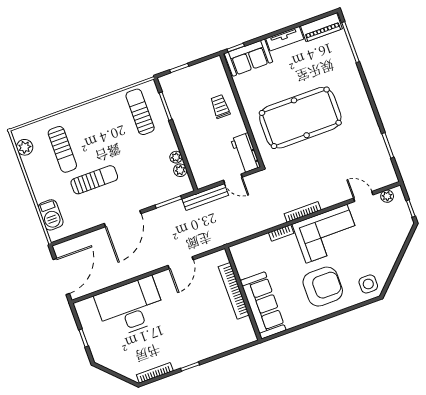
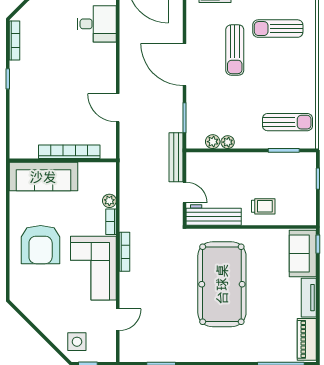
workbench: (246, 153) -> (214, 215), width x1.38
door: (233, 179) -> (185, 192), swing flipped
plant: (387, 196) -> (109, 201), moved
side table: (368, 284) -> (77, 342), moved
desk: (130, 307) -> (97, 24), width x0.53, depth x0.77

